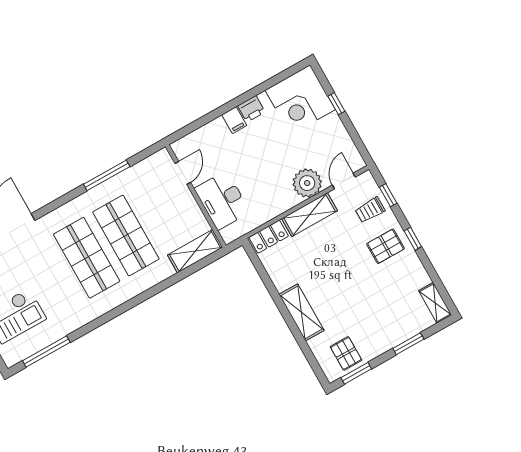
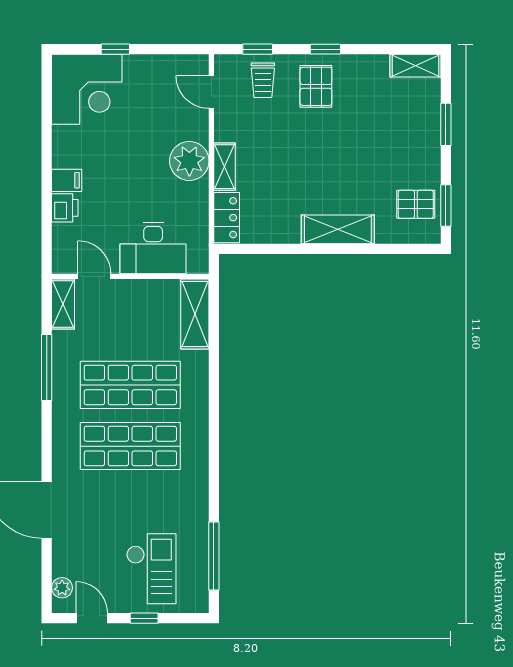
printer: (251, 109) -> (65, 208), moved
shelving: (153, 163) -> (63, 304), added
plant: (307, 183) -> (189, 161), moved
shelving: (310, 215) -> (225, 167), width x0.67, depth x0.75

